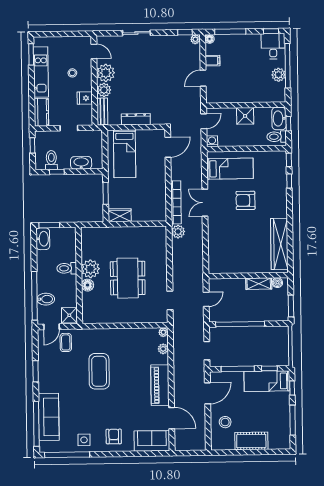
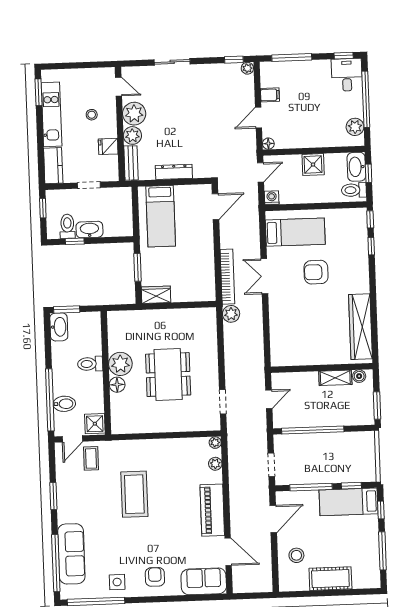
floor lamp: (210, 39) -> (268, 144), moved
plant: (278, 75) -> (355, 127), moved
washbasin: (81, 163) -> (89, 230), moved

